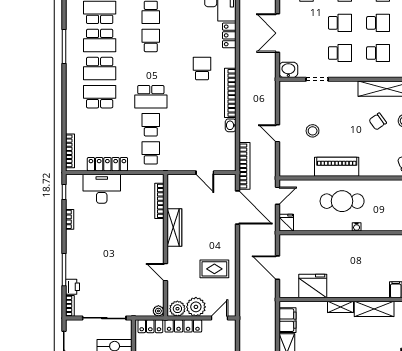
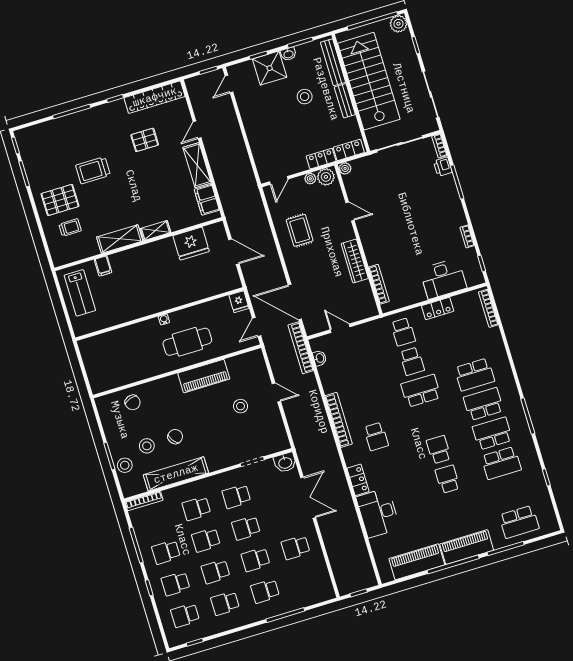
school desk: (151, 40) -> (439, 450), turned 180
washbasin: (231, 125) -> (320, 358), moved
locker: (107, 164) -> (438, 308), width x0.66
rug: (214, 269) -> (300, 230), turned 90
plant: (196, 307) -> (310, 179), width x0.53, depth x0.53
locker: (183, 326) -> (321, 159), width x0.66

